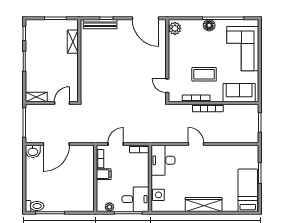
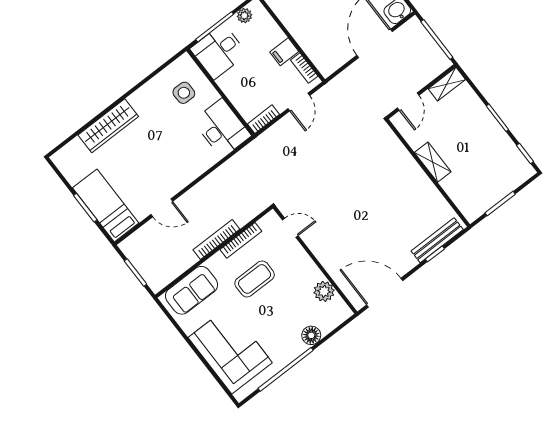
floor lamp: (209, 25) -> (311, 335), moved
plant: (175, 28) -> (324, 291), moved
shelving: (73, 42) -> (433, 162), moved
door: (196, 144) -> (162, 208), moved
bed: (248, 190) -> (106, 205), moved, turned 180
side table: (158, 195) -> (184, 93), moved
wardrobe: (204, 204) -> (108, 126), moved

